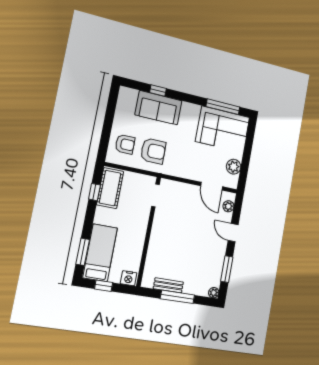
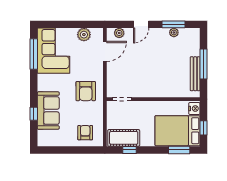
armchair: (153, 151) -> (86, 91), moved, turned 180
bed: (100, 253) -> (178, 131), width x1.50
bench: (168, 285) -> (195, 74), width x1.36
plant: (214, 293) -> (174, 33), moved

